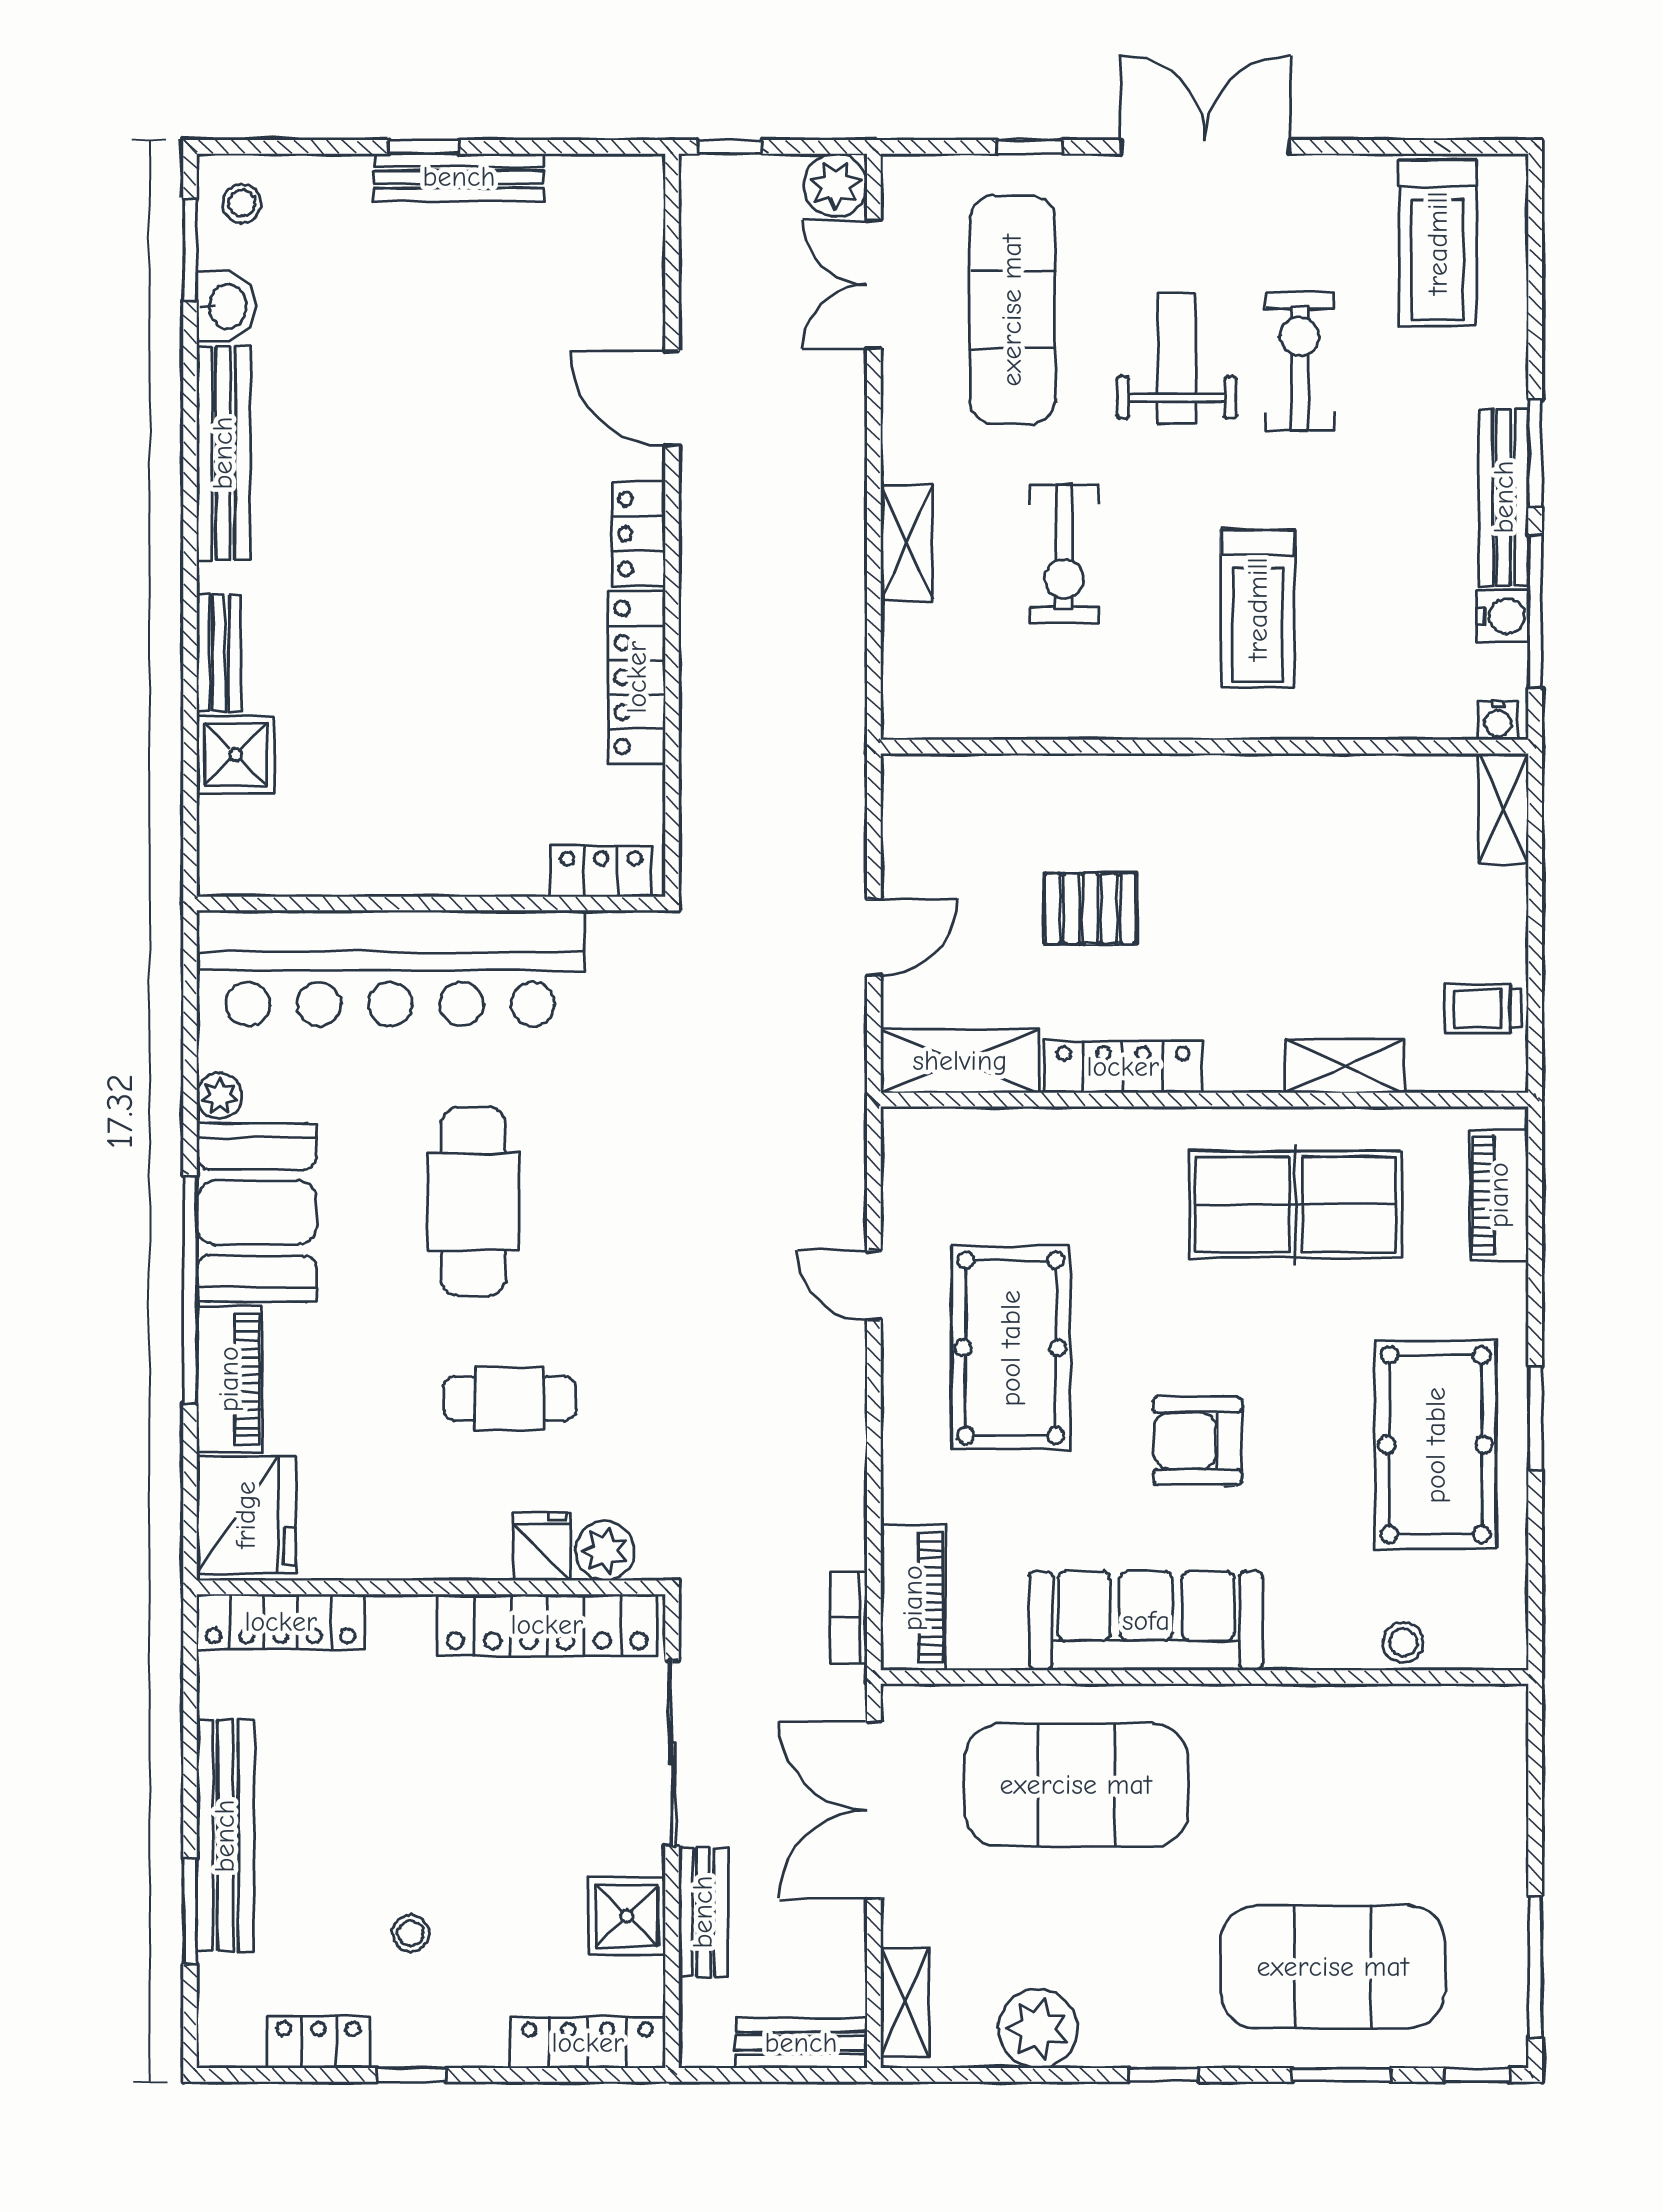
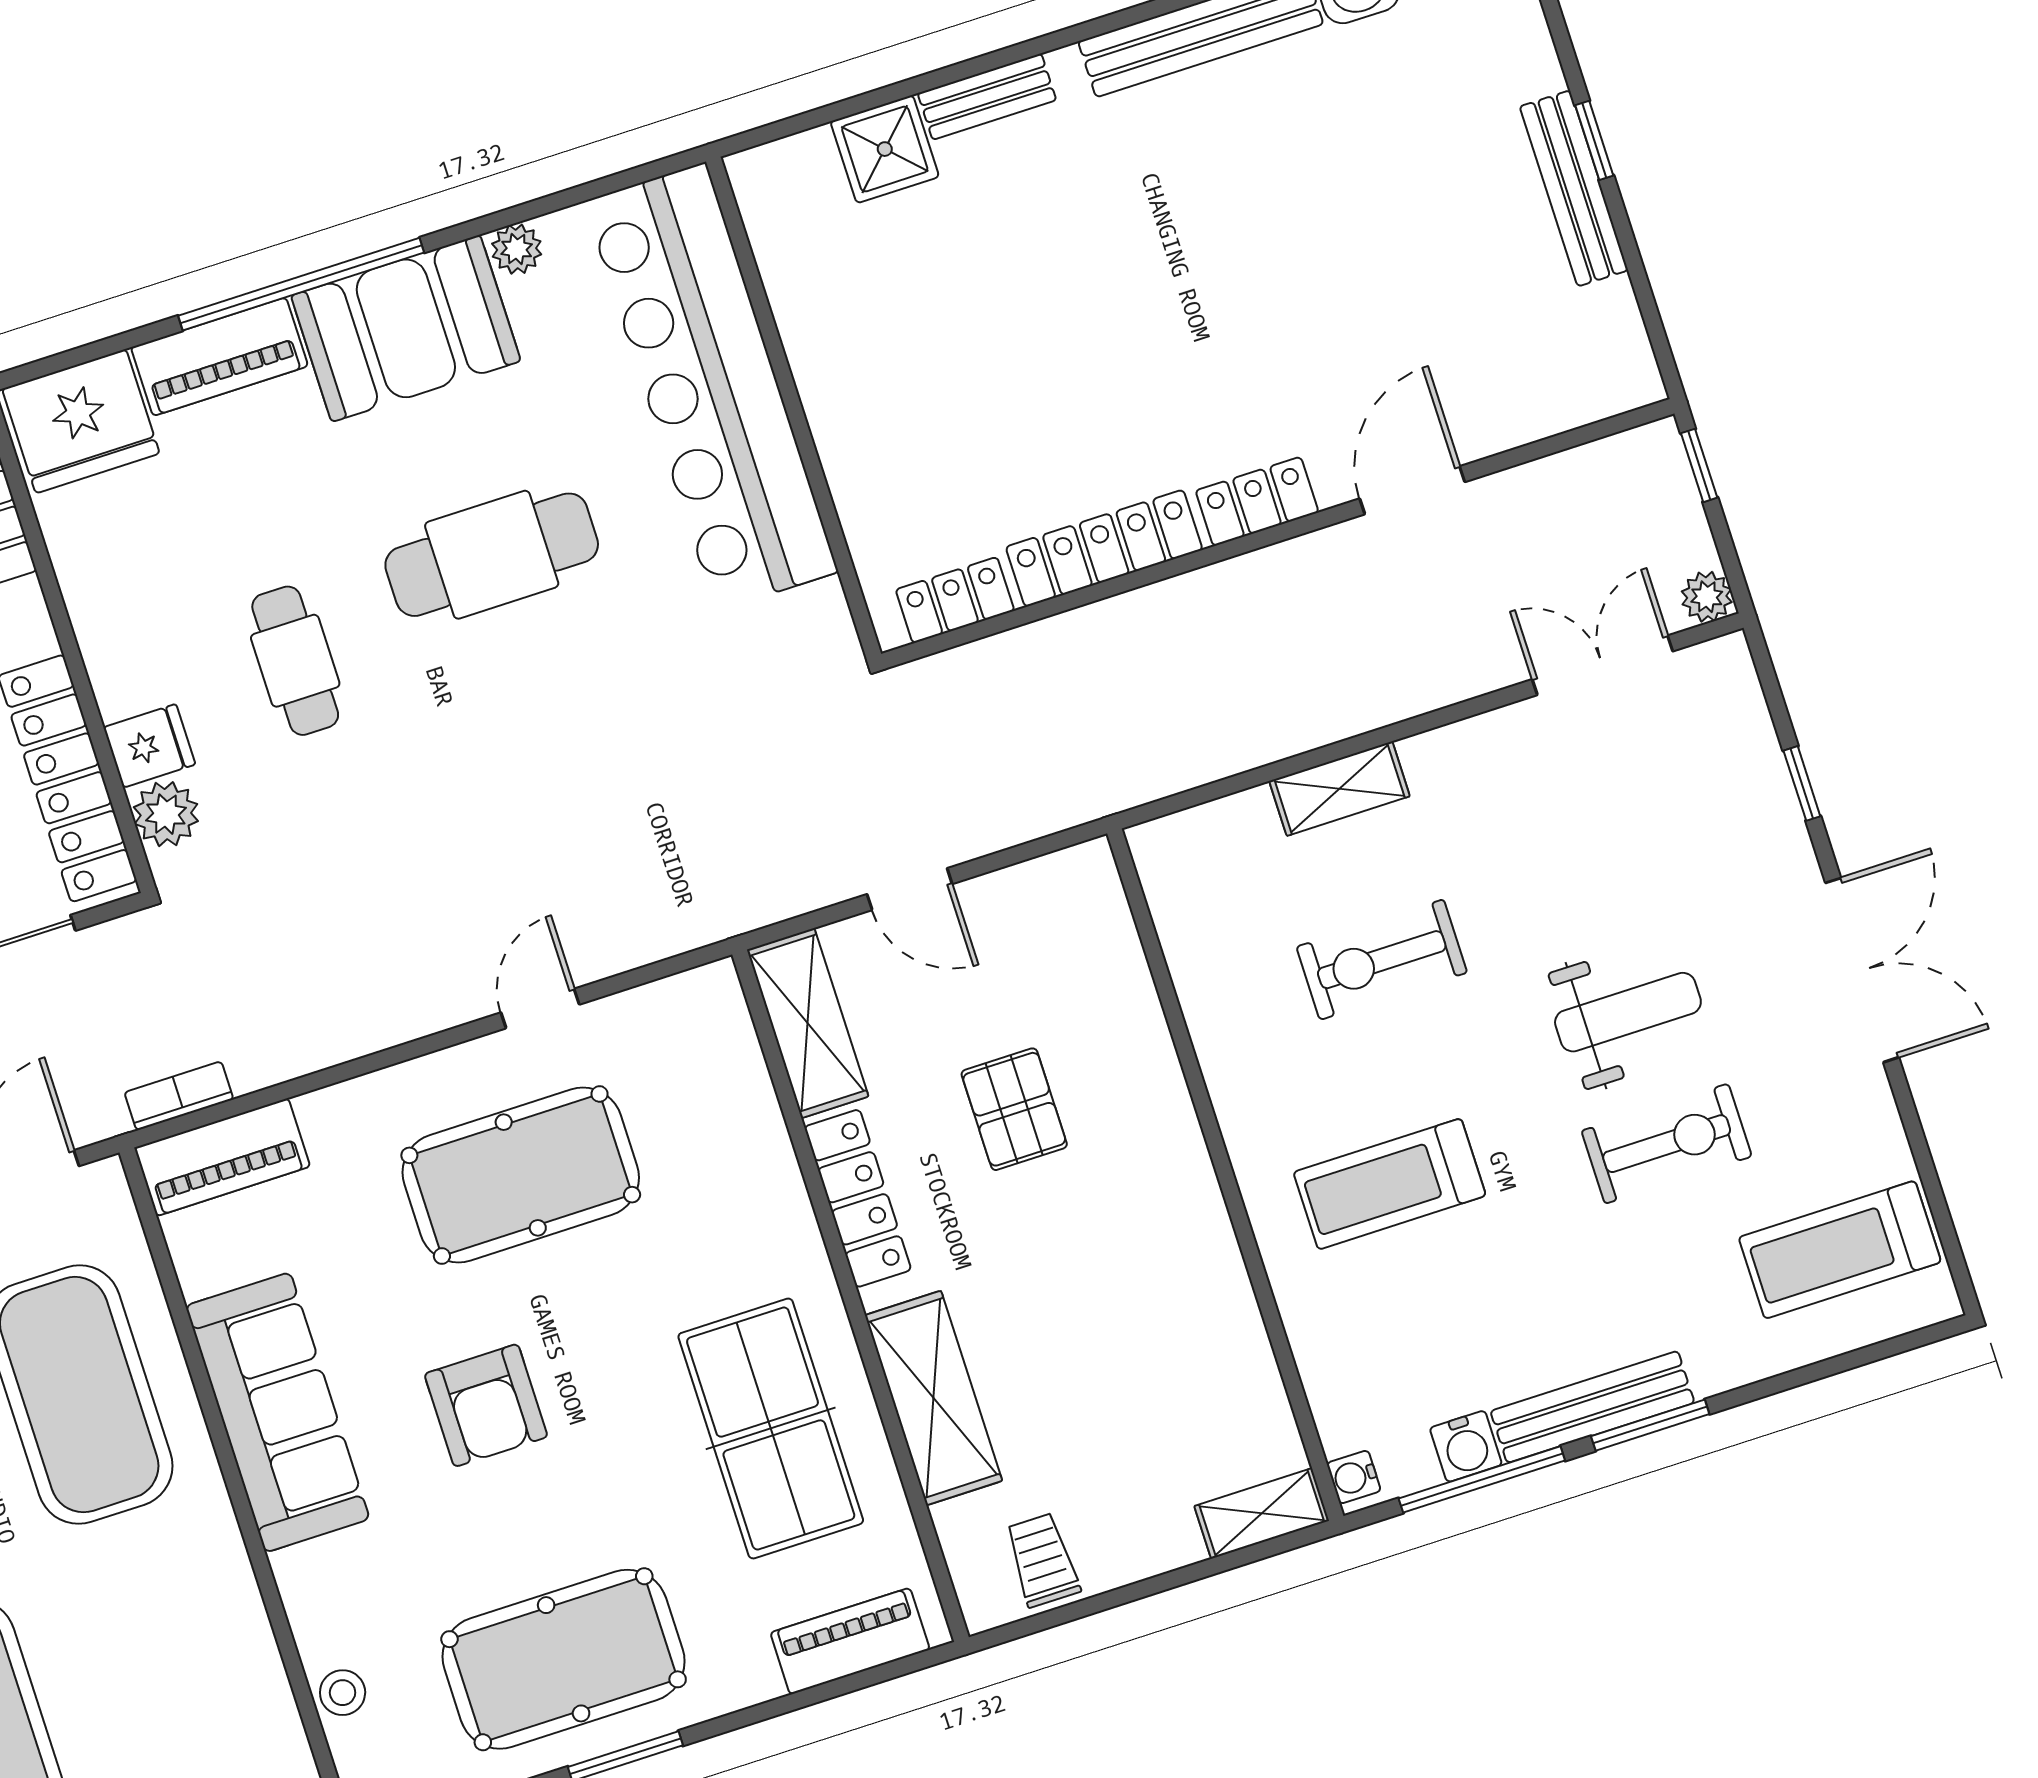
plant: (835, 185) -> (1707, 597), width x0.73, depth x0.73
exercise mat: (1012, 310) -> (1623, 821), removed
locker: (601, 871) -> (955, 600), moved, turned -90
shelving: (1345, 1066) -> (934, 1398), width x1.50, depth x1.33
armchair: (1198, 1441) -> (486, 1405), turned 180

